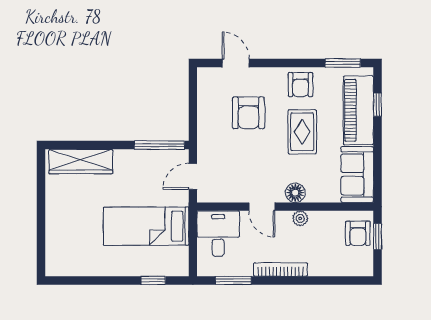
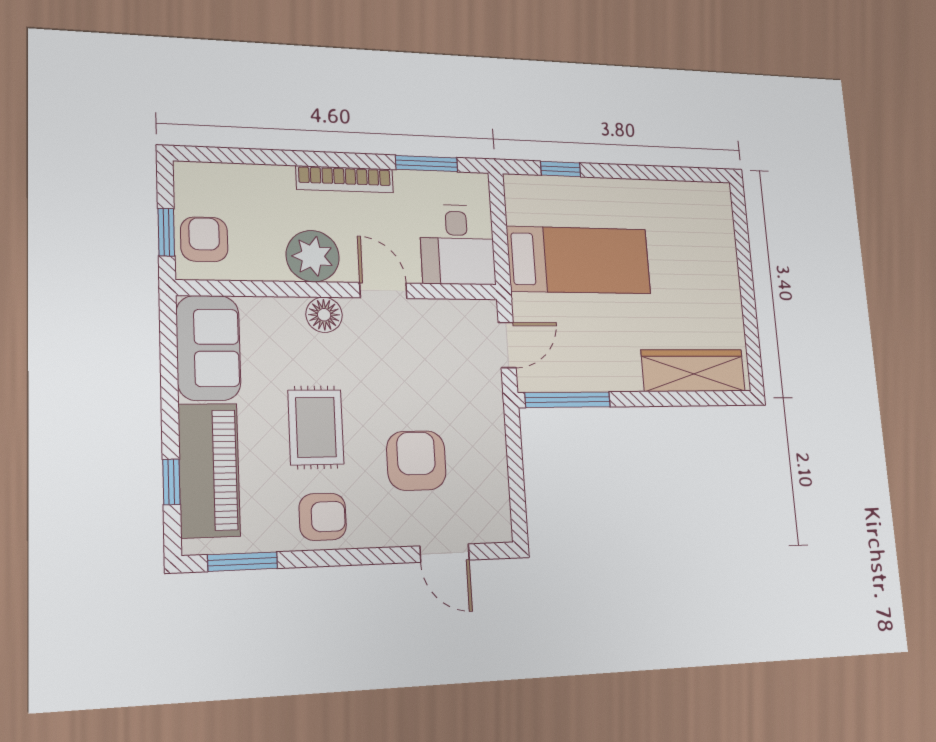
armchair: (300, 85) -> (323, 517), turned 90
plant: (300, 218) -> (313, 256), width x1.88, depth x1.88

